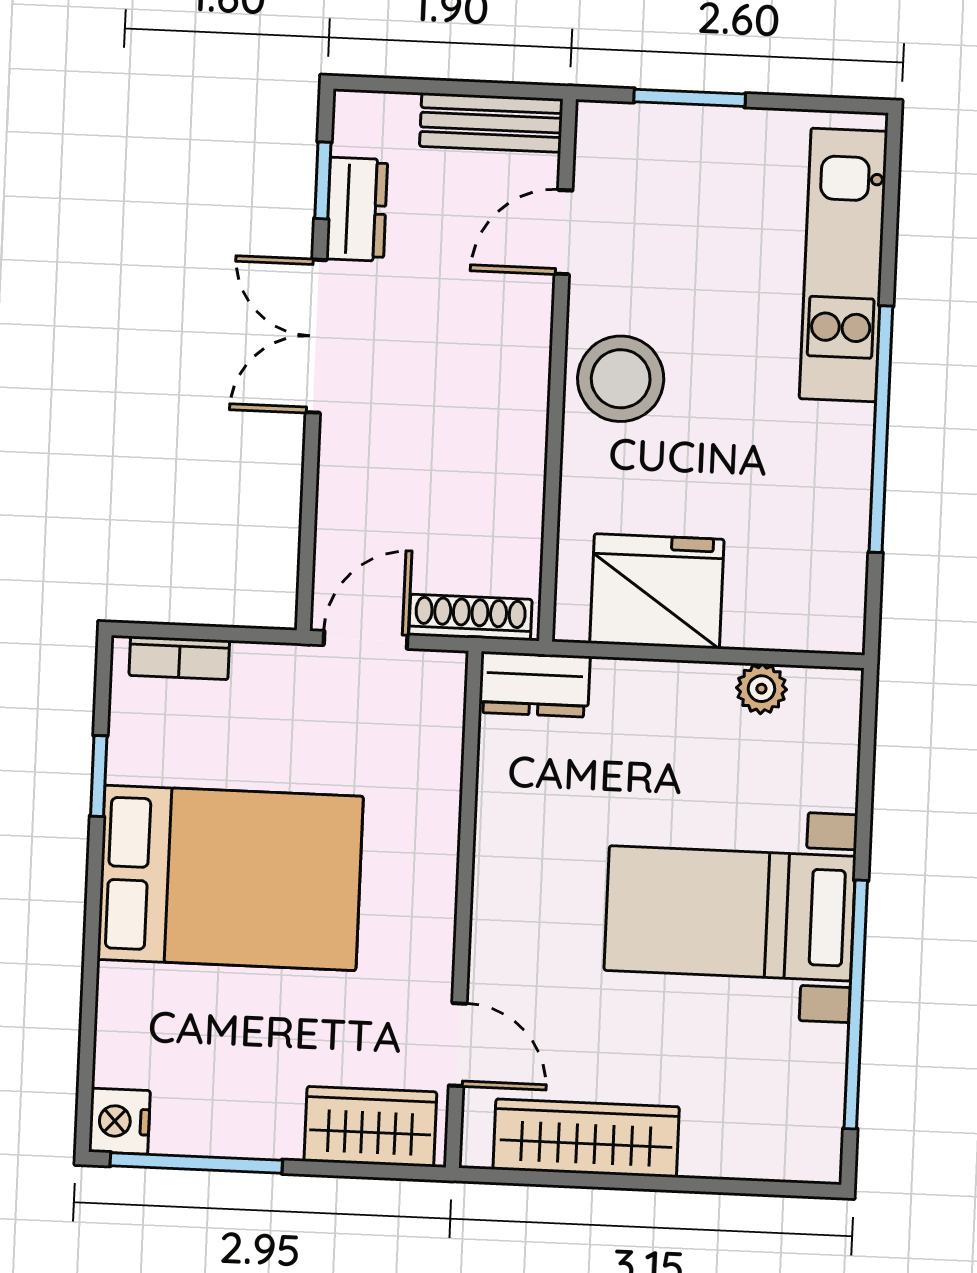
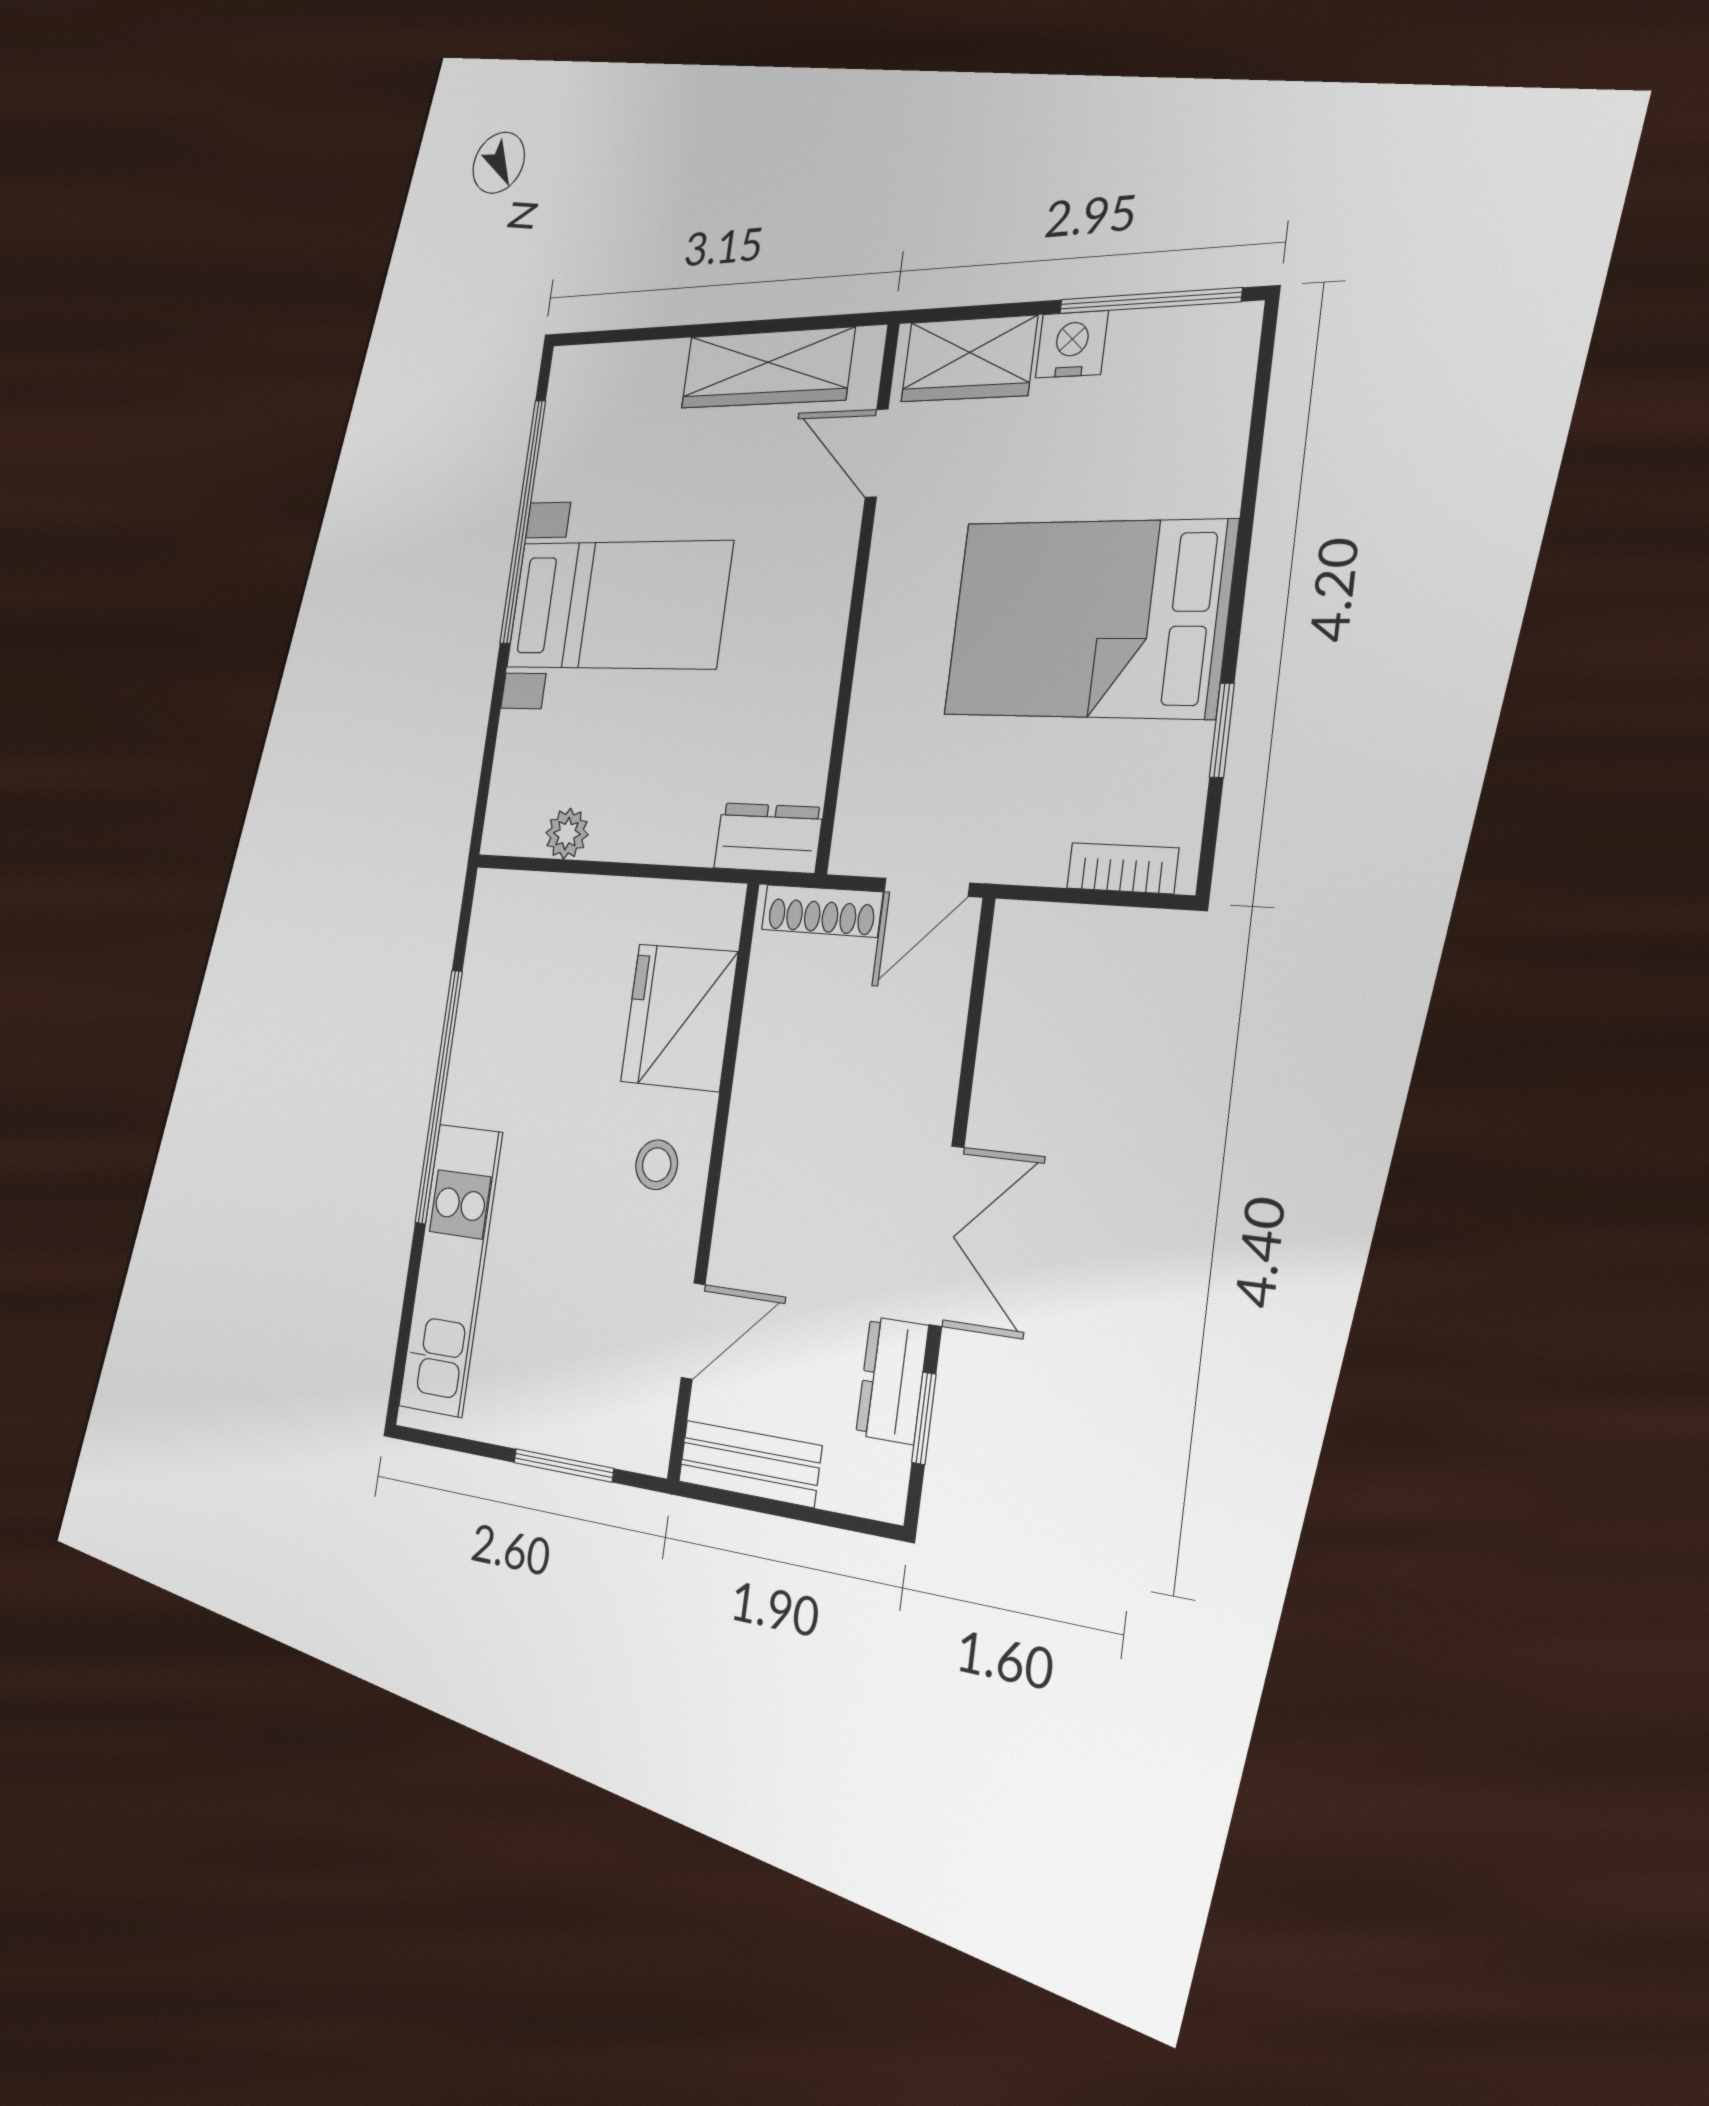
stool: (621, 379) -> (657, 1165), width x0.53, depth x0.53
fridge: (657, 591) -> (679, 1017), moved, turned 90
nightstand: (119, 1121) -> (1072, 344), moved, turned -90

